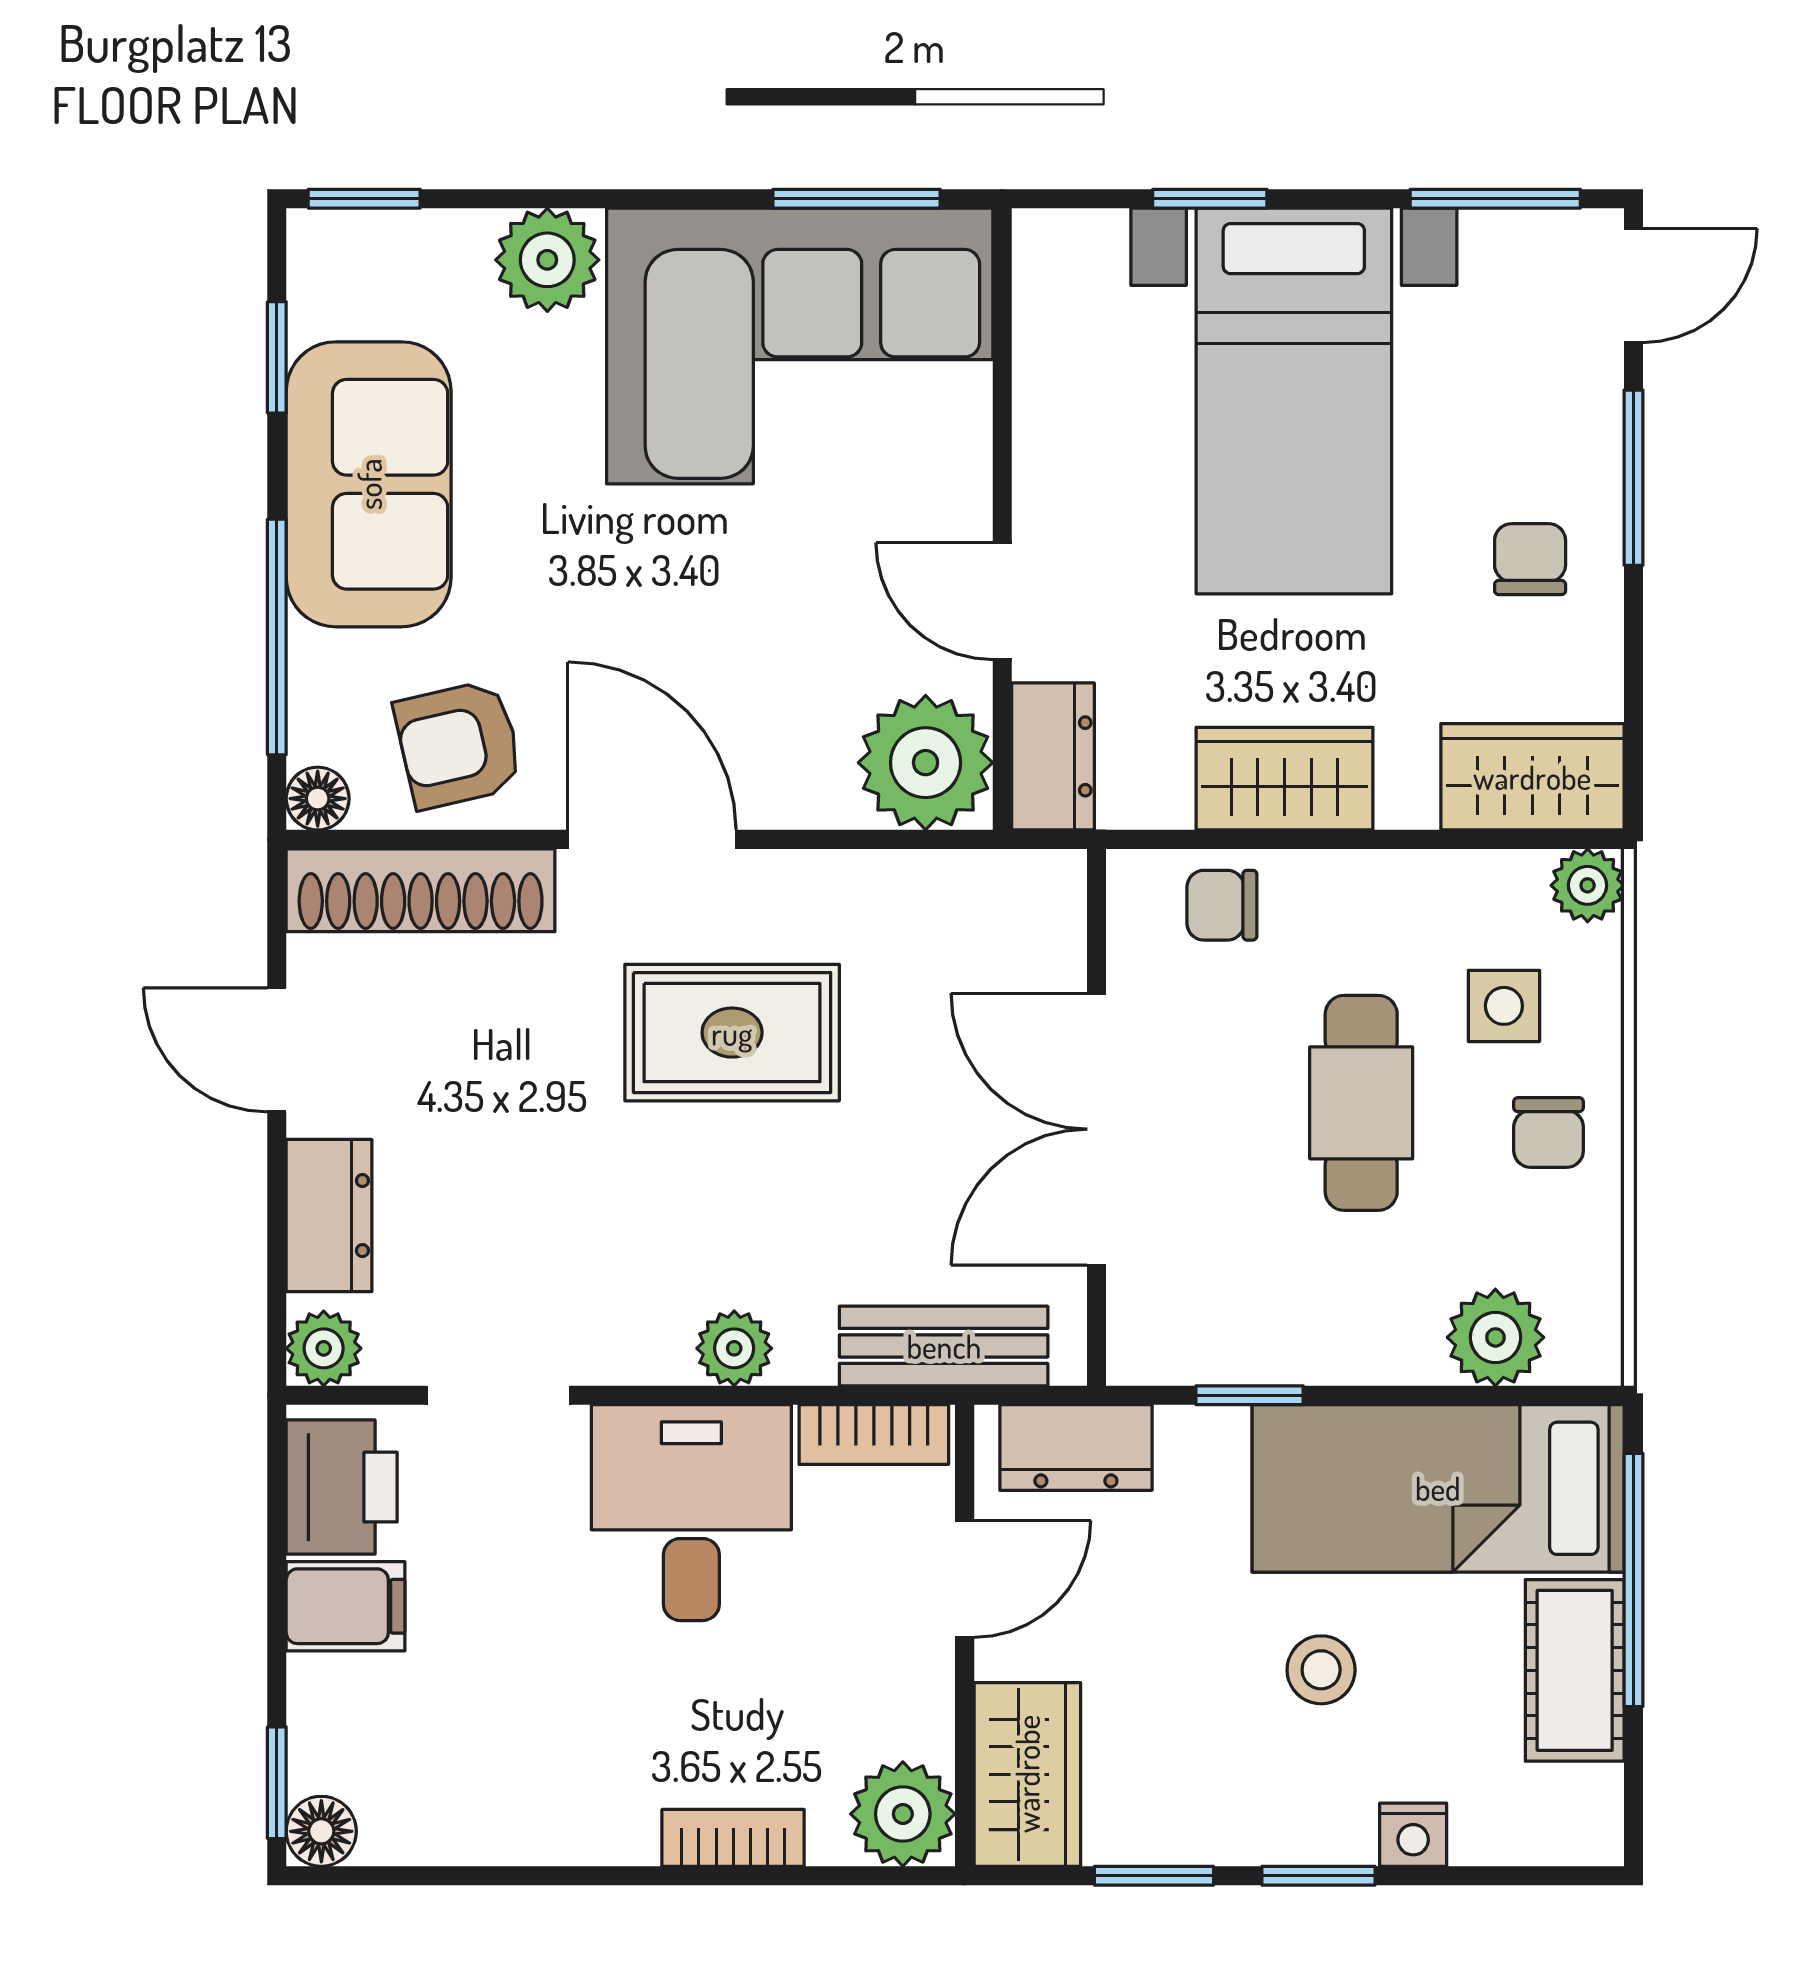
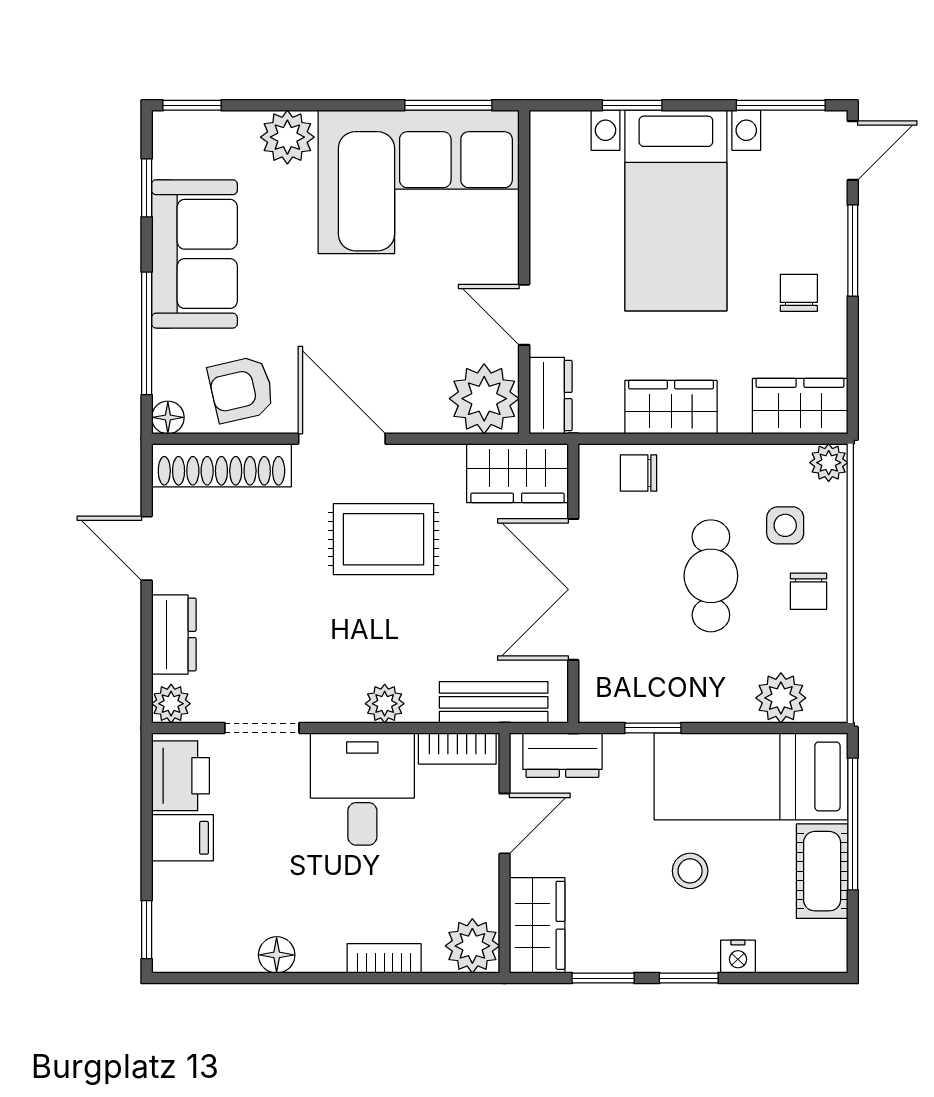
wardrobe: (989, 905) -> (517, 473), added
floor lamp: (321, 1831) -> (277, 955), moved

